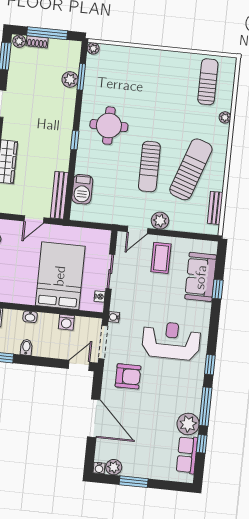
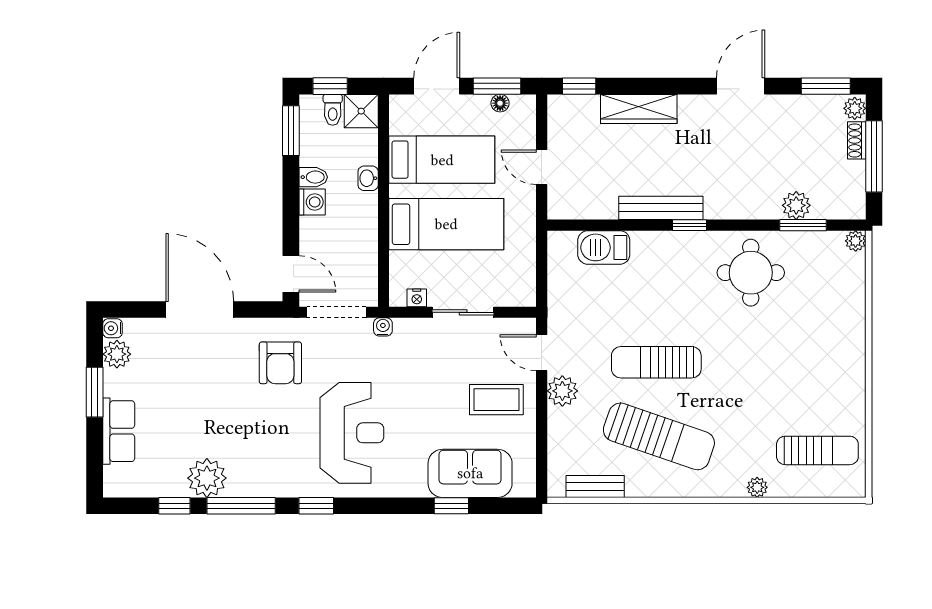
round table: (109, 126) -> (751, 273), moved
bench: (59, 195) -> (661, 208), moved
bed: (24, 275) -> (442, 160), added
bed: (60, 276) -> (446, 224), width x0.67
washing machine: (66, 322) -> (312, 202), moved, turned 180
door: (94, 418) -> (200, 310), swing flipped
row of seats: (187, 455) -> (119, 431), moved, turned 90

